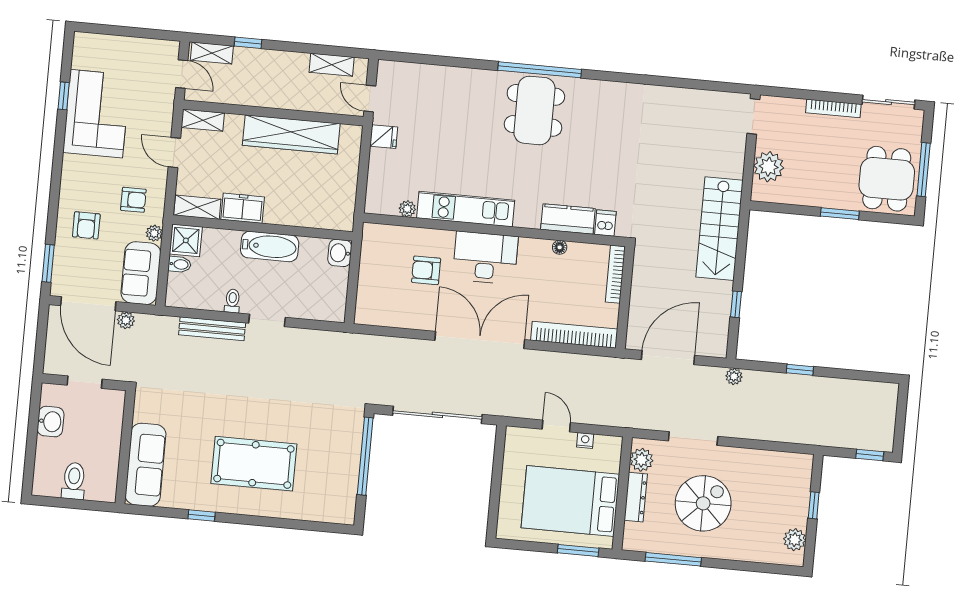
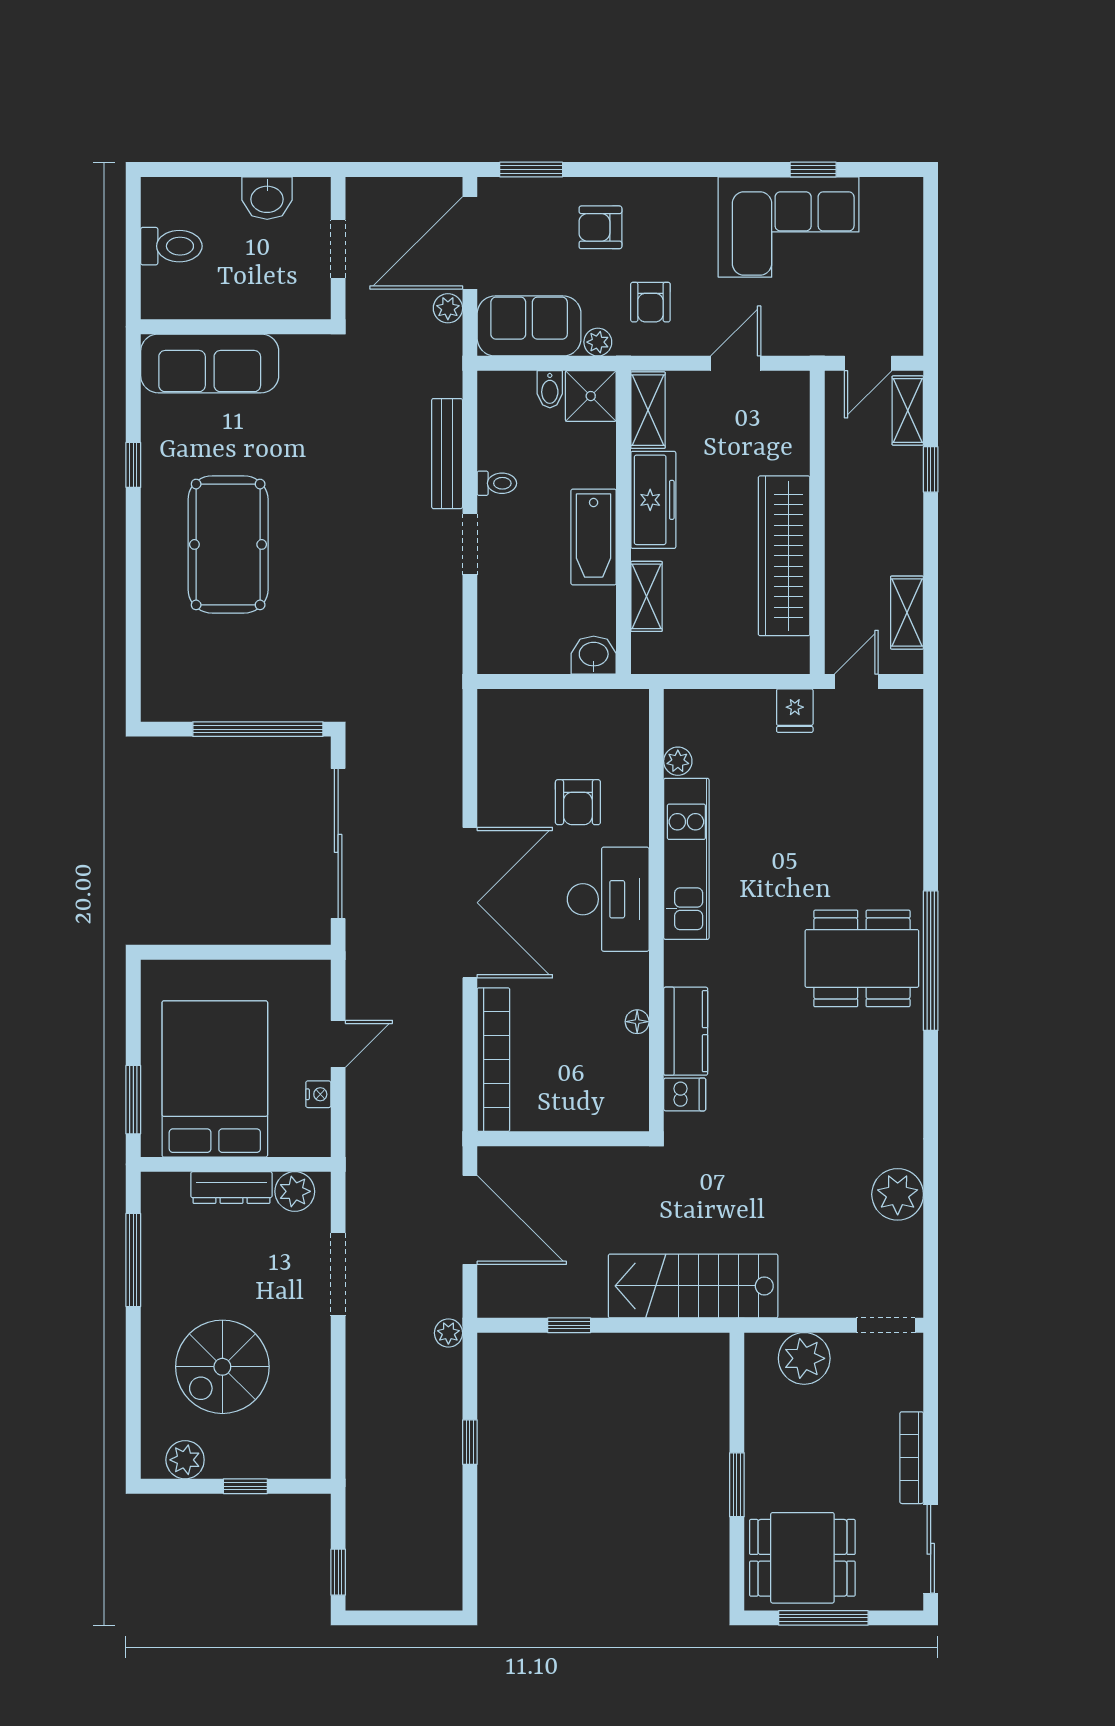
plant: (676, 102) -> (898, 1194), added
shelving: (203, 120) -> (646, 596), moved
freezer: (243, 208) -> (653, 500), width x1.40
armchair: (426, 270) -> (578, 802), turned 180
bookcase: (615, 274) -> (601, 1119), removed
spiral stairs: (703, 503) -> (222, 1367), moved, turned 90

